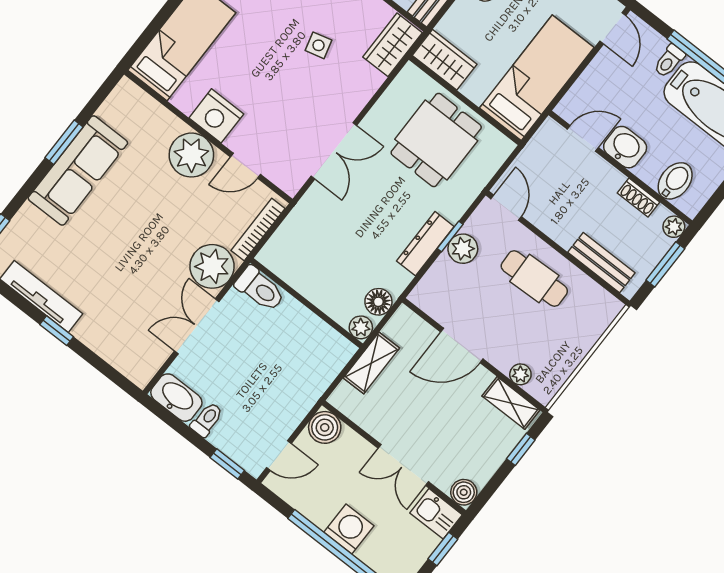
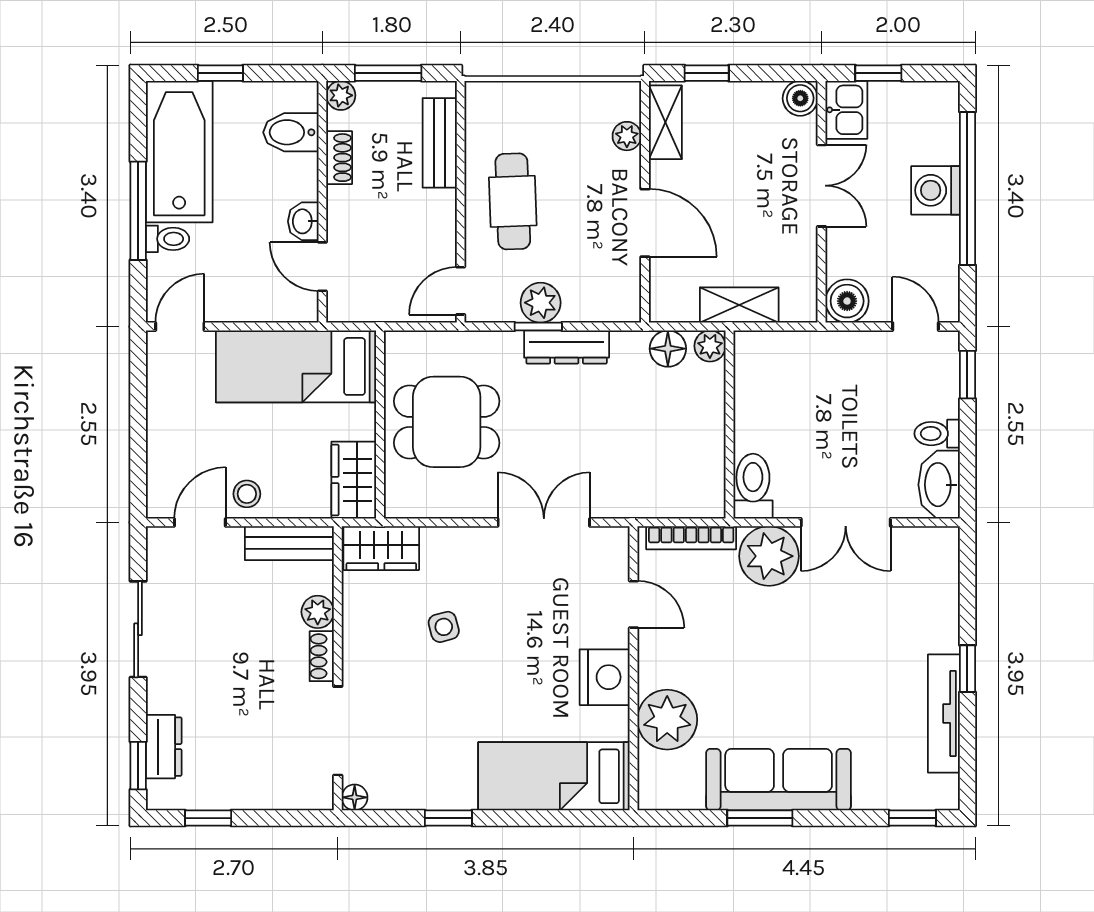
washbasin: (625, 147) -> (303, 221), width x0.72, depth x0.69
plant: (191, 155) -> (667, 720), moved

